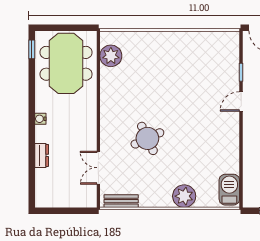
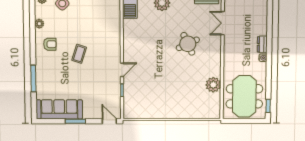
plant: (111, 56) -> (213, 85), moved
dresser: (42, 155) -> (262, 44), moved
double door: (98, 168) -> (223, 23), swing flipped

